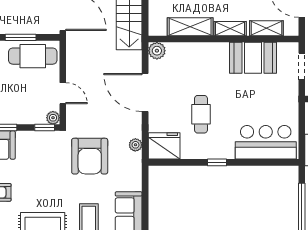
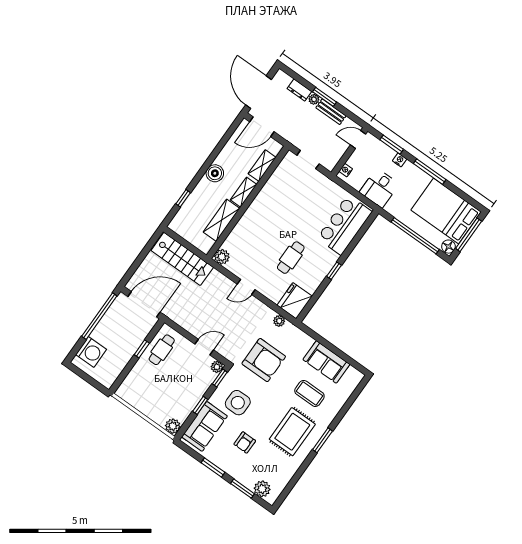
window: (21, 37) -> (142, 349), width x0.67
cafe table: (33, 56) -> (162, 350), width x0.73, depth x0.74
booth: (253, 58) -> (277, 191), removed
door: (145, 92) -> (246, 287), width x0.53
cafe table: (201, 114) -> (291, 258), turned 90
side table: (34, 160) -> (238, 403), added

